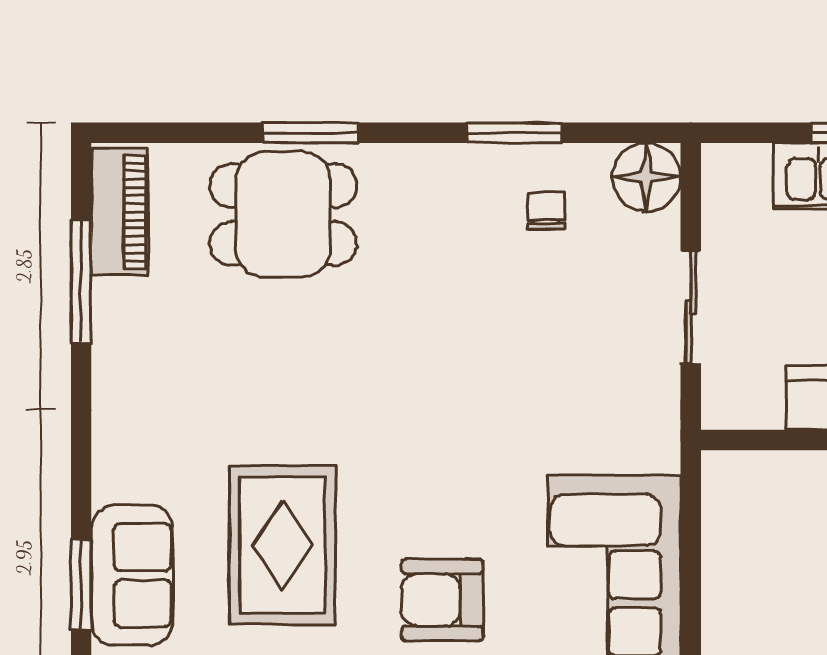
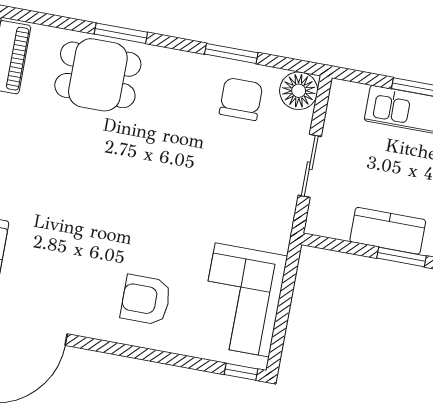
chair: (546, 211) -> (241, 99), width x1.87, depth x1.87
rug: (282, 545) -> (65, 254), removed

